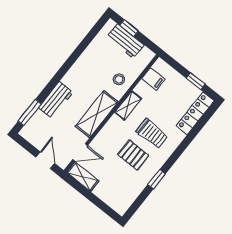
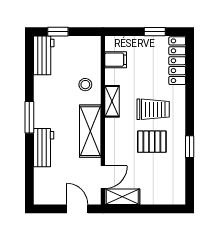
workbench: (125, 41) -> (44, 55), moved, turned -90
window: (30, 112) -> (29, 117), moved

